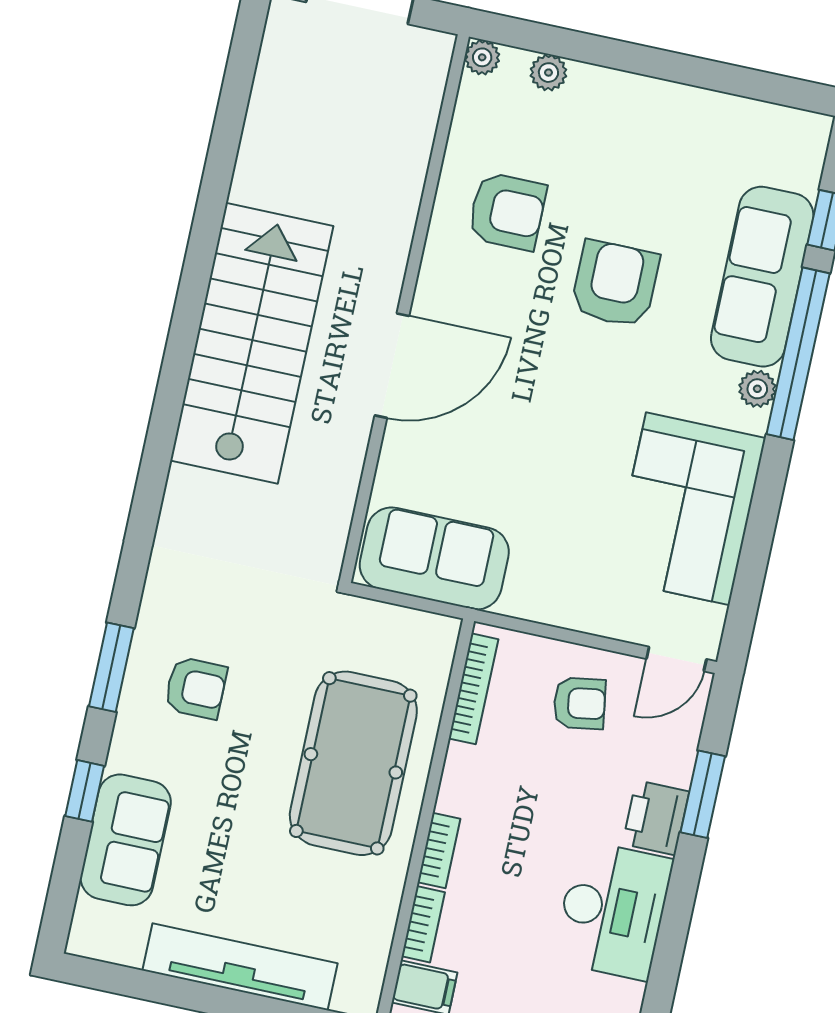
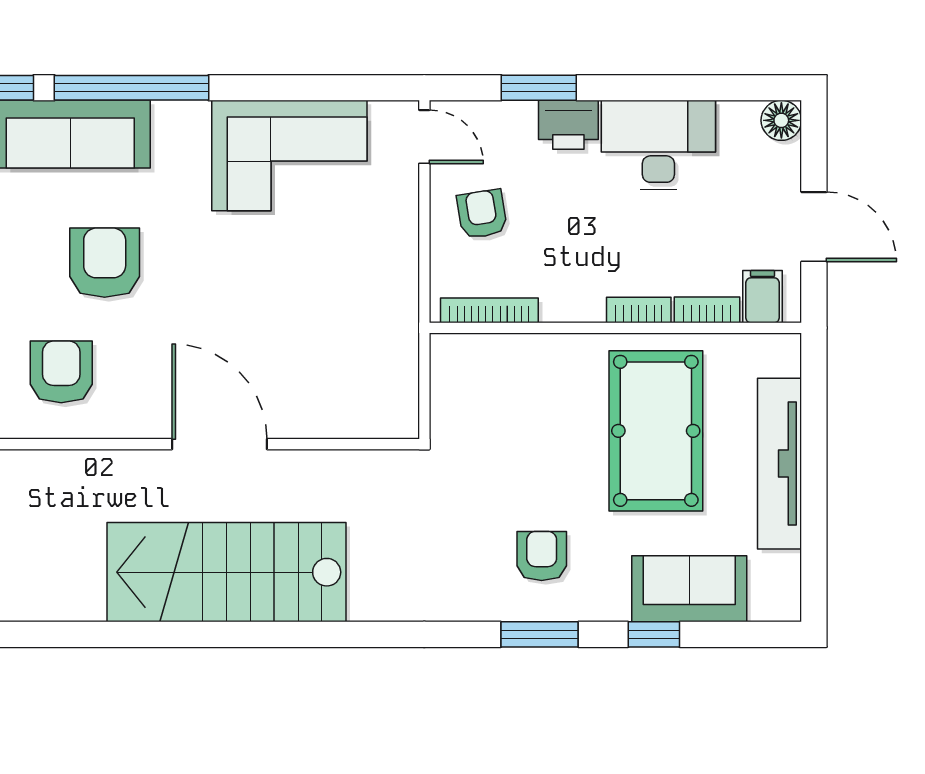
armchair: (615, 284) -> (105, 263), turned 90
plant: (757, 389) -> (170, 117), removed
sofa: (434, 558) -> (382, 370), removed
pool table: (353, 763) -> (656, 431), moved, turned 90

